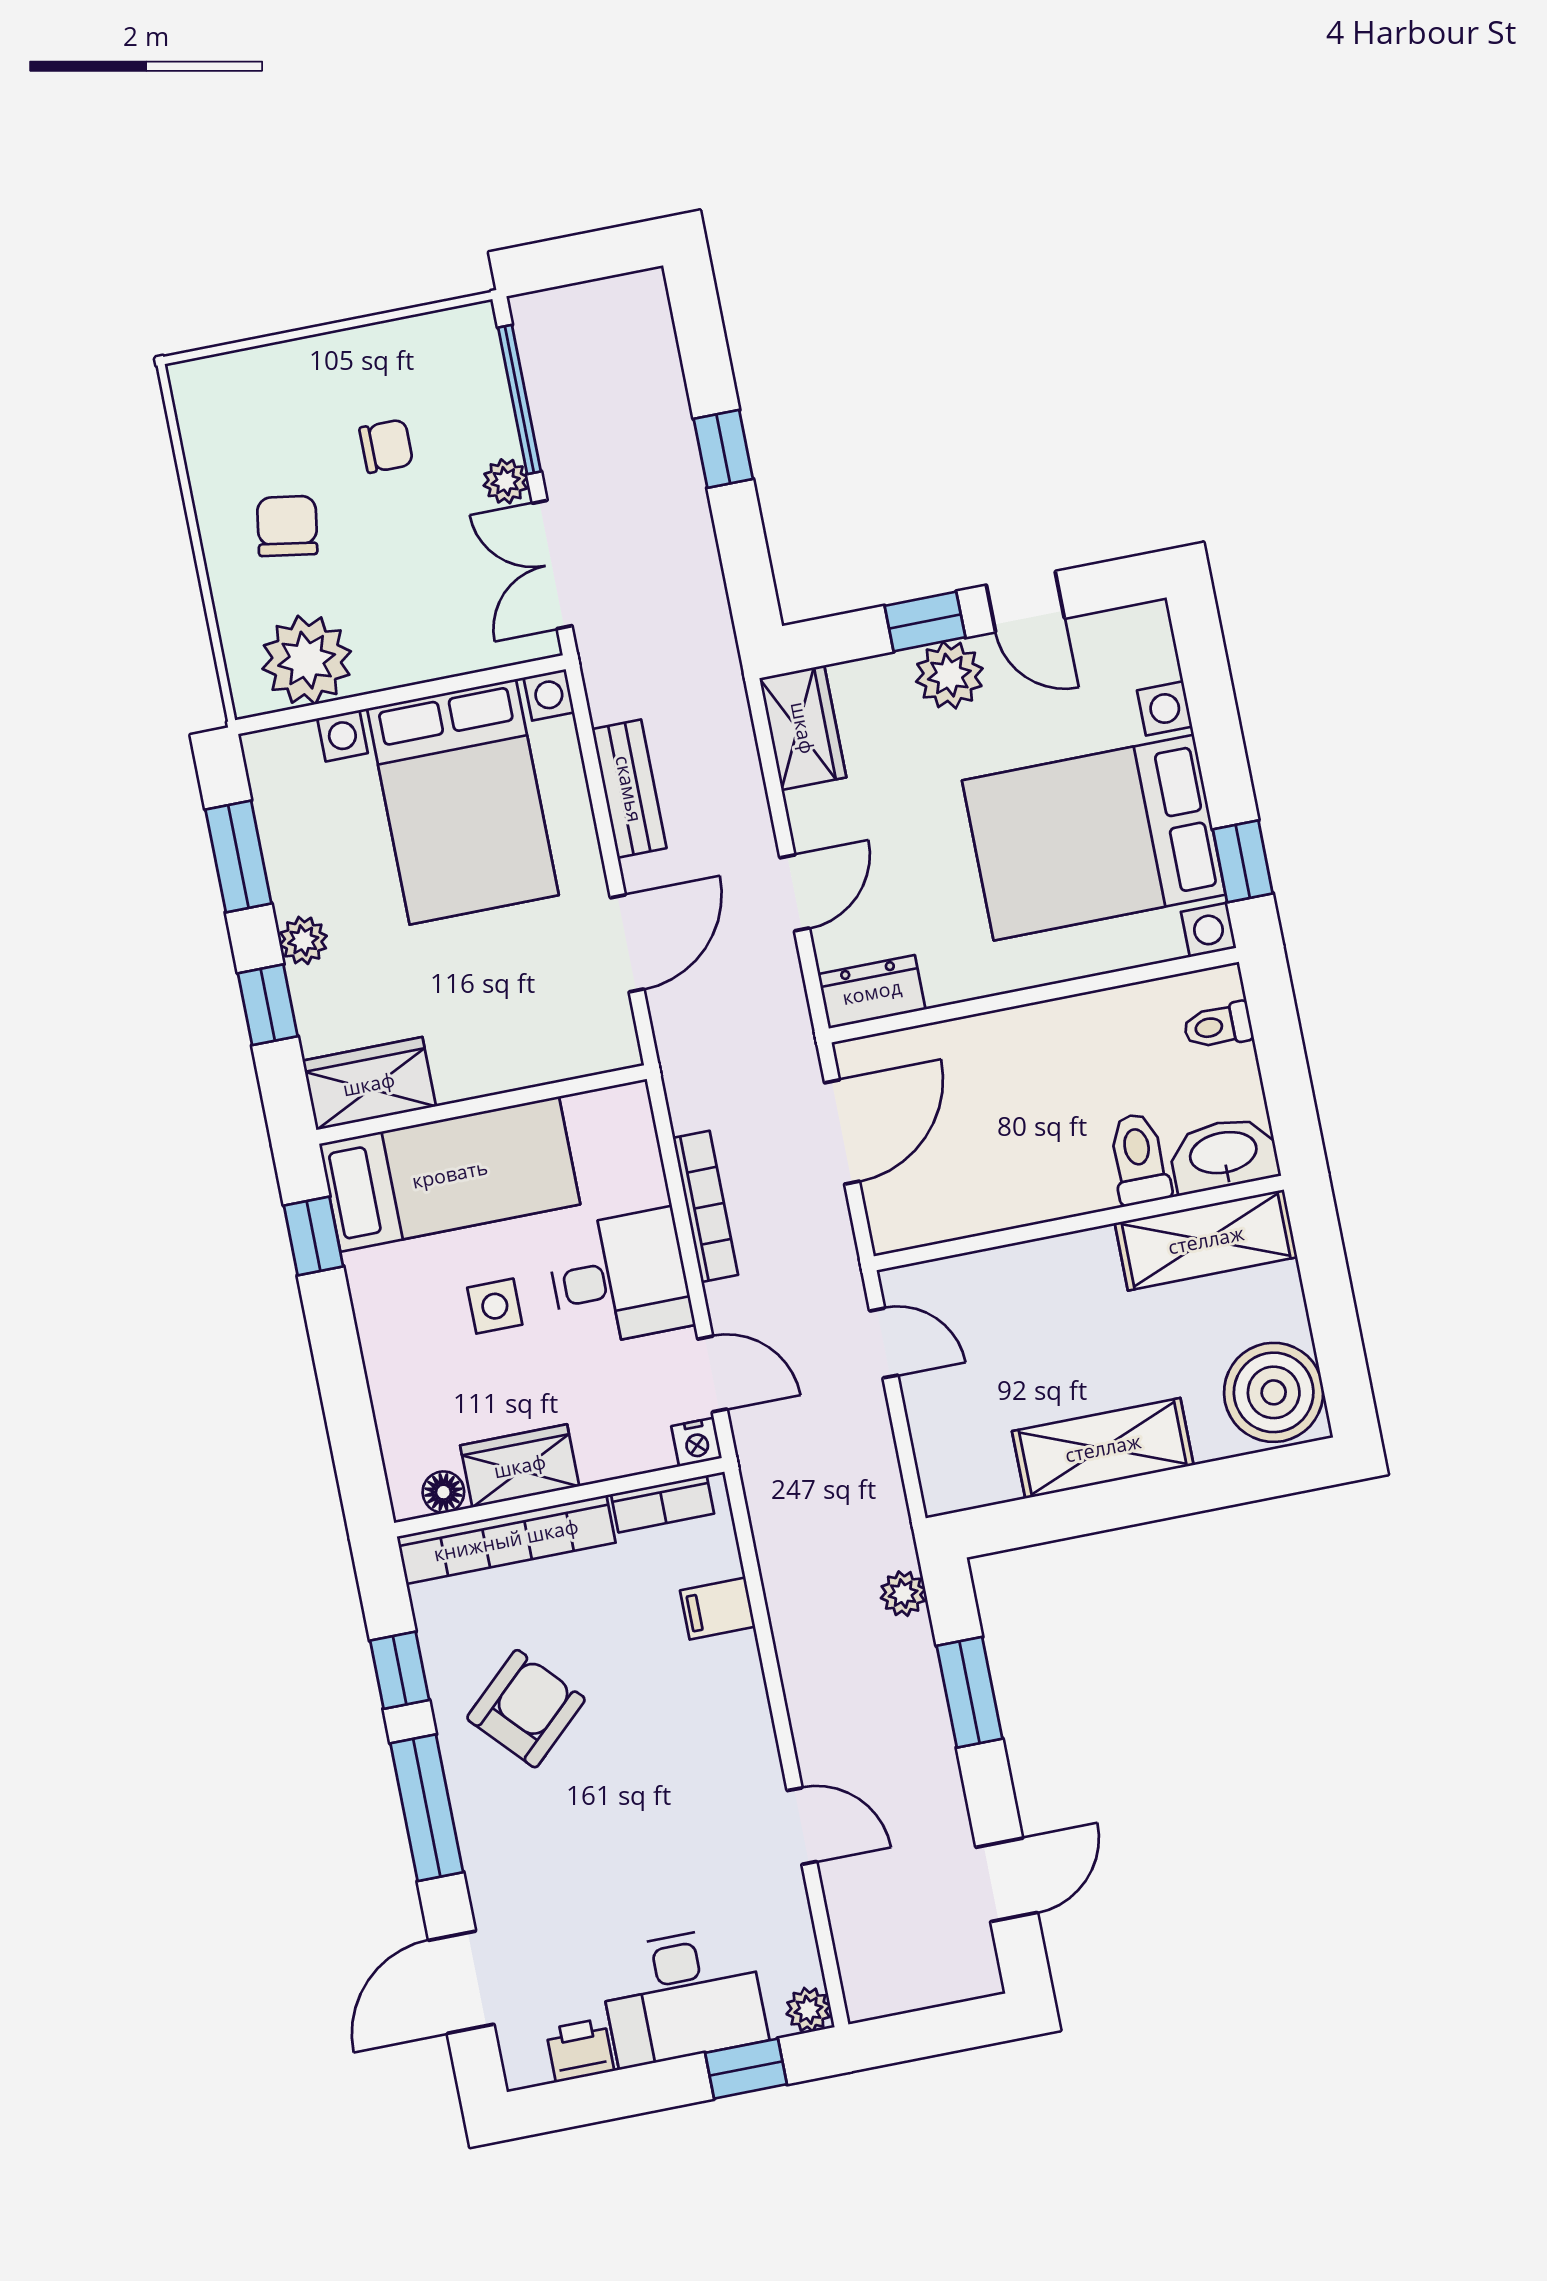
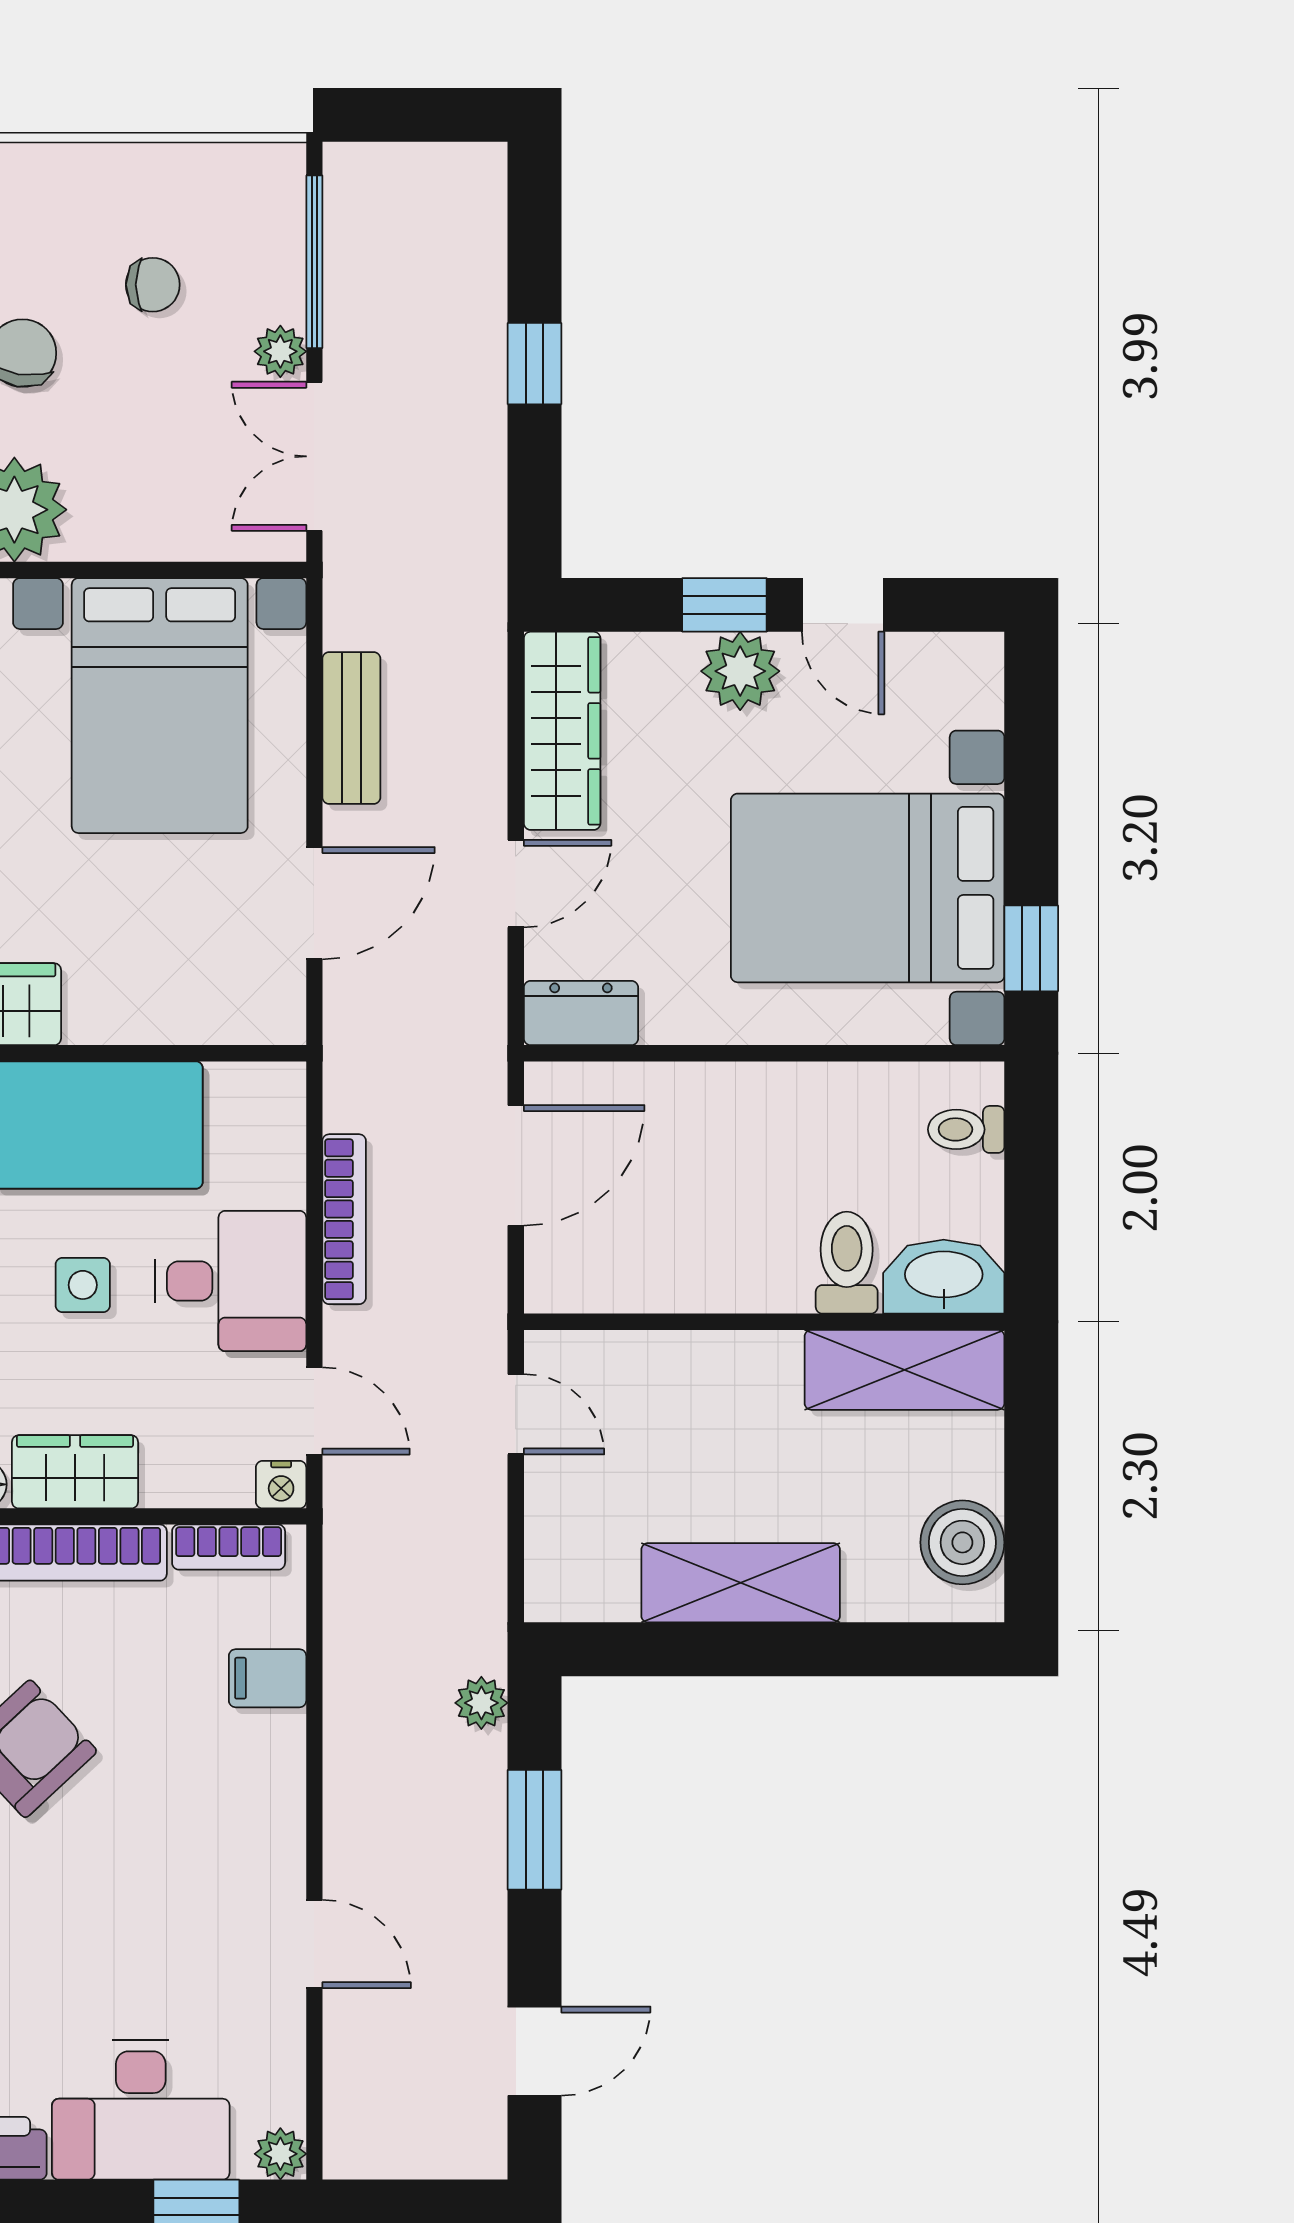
wardrobe: (803, 728) -> (562, 731), width x1.50
boiler: (1274, 1392) -> (962, 1542), width x0.73, depth x0.73

